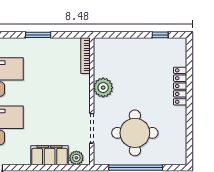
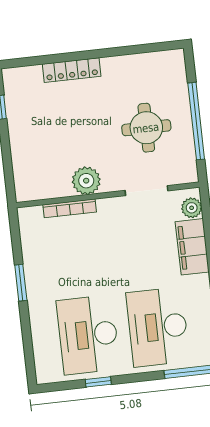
bookcase: (85, 56) -> (70, 208), moved
round table: (135, 133) -> (146, 128), width x0.73, depth x0.73

